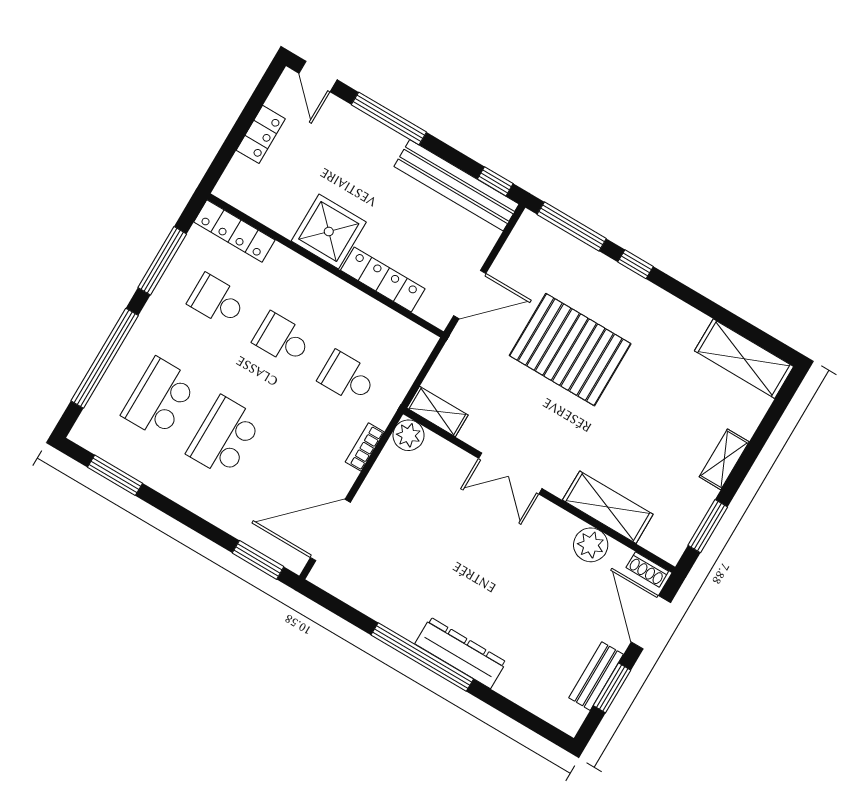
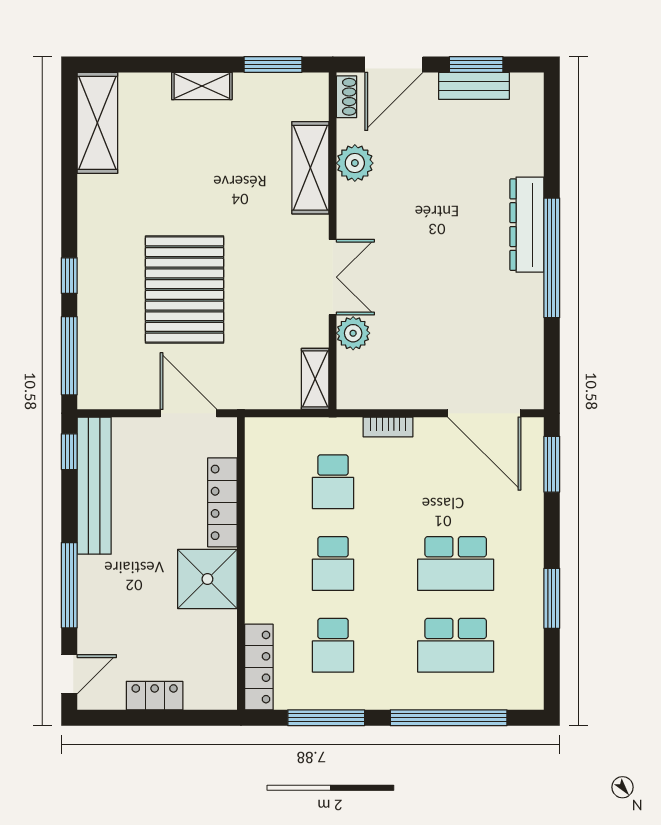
plant: (408, 435) -> (353, 333), moved
window: (115, 475) -> (552, 598), moved

